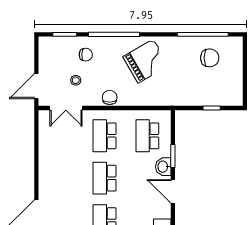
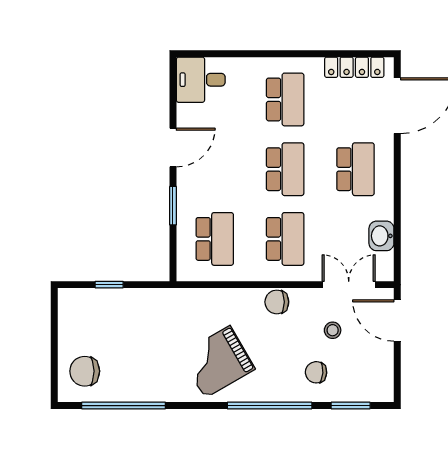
chair: (210, 58) -> (85, 371), moved
door: (36, 86) -> (397, 321), swing flipped
chair: (110, 97) -> (277, 302), turned 90
washbasin: (163, 167) -> (381, 236), moved, turned 180
school desk: (62, 178) -> (355, 169), added
door: (173, 191) -> (173, 148), hinge flipped

